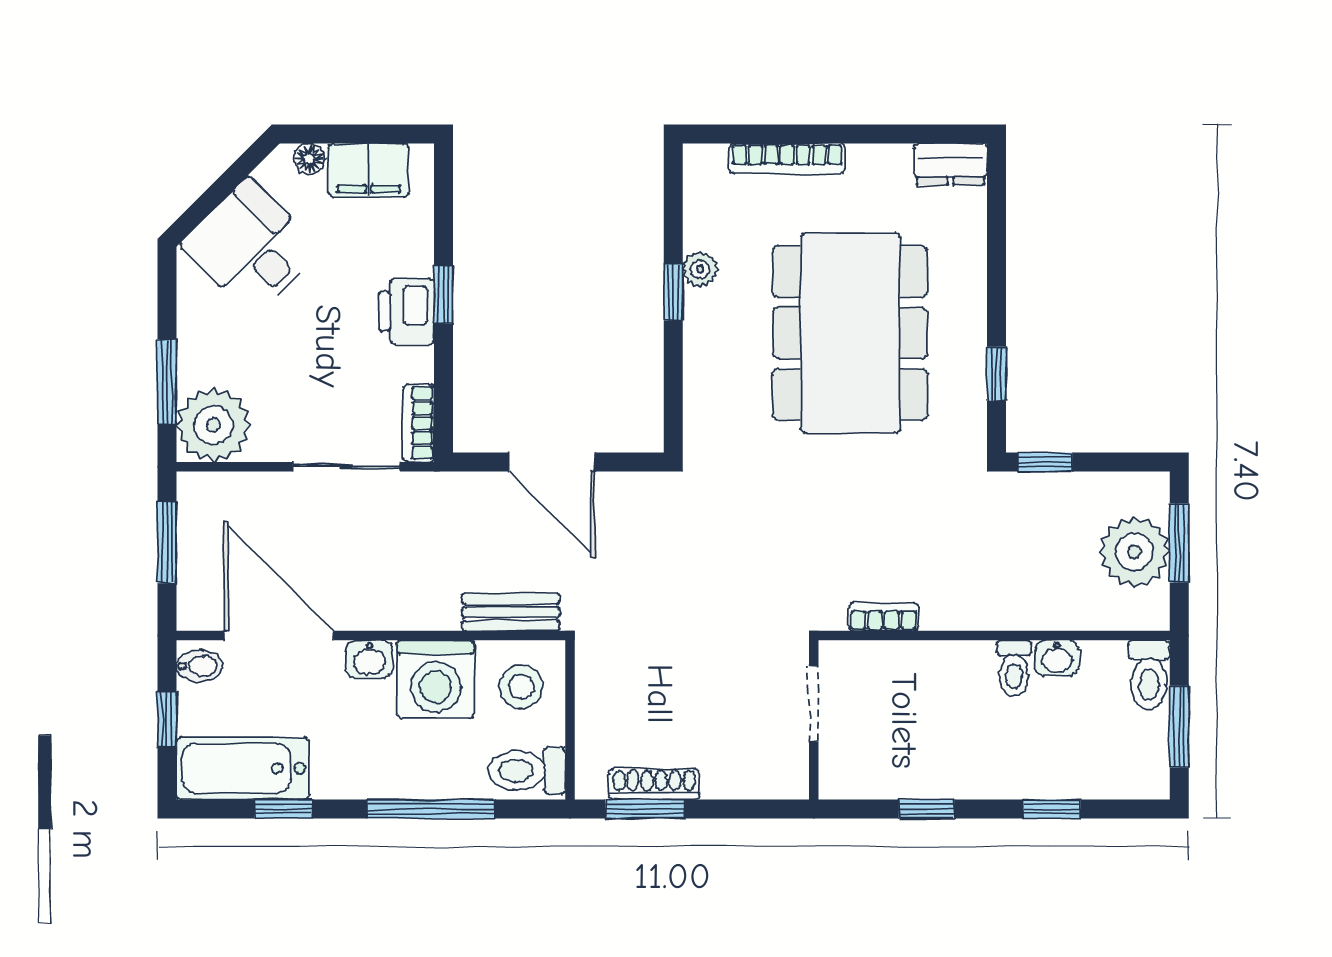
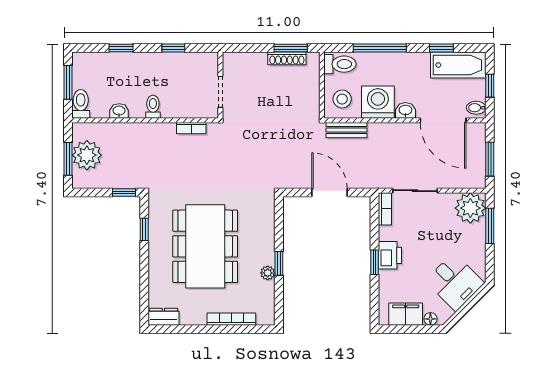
toilet: (1014, 668) -> (153, 107), moved

